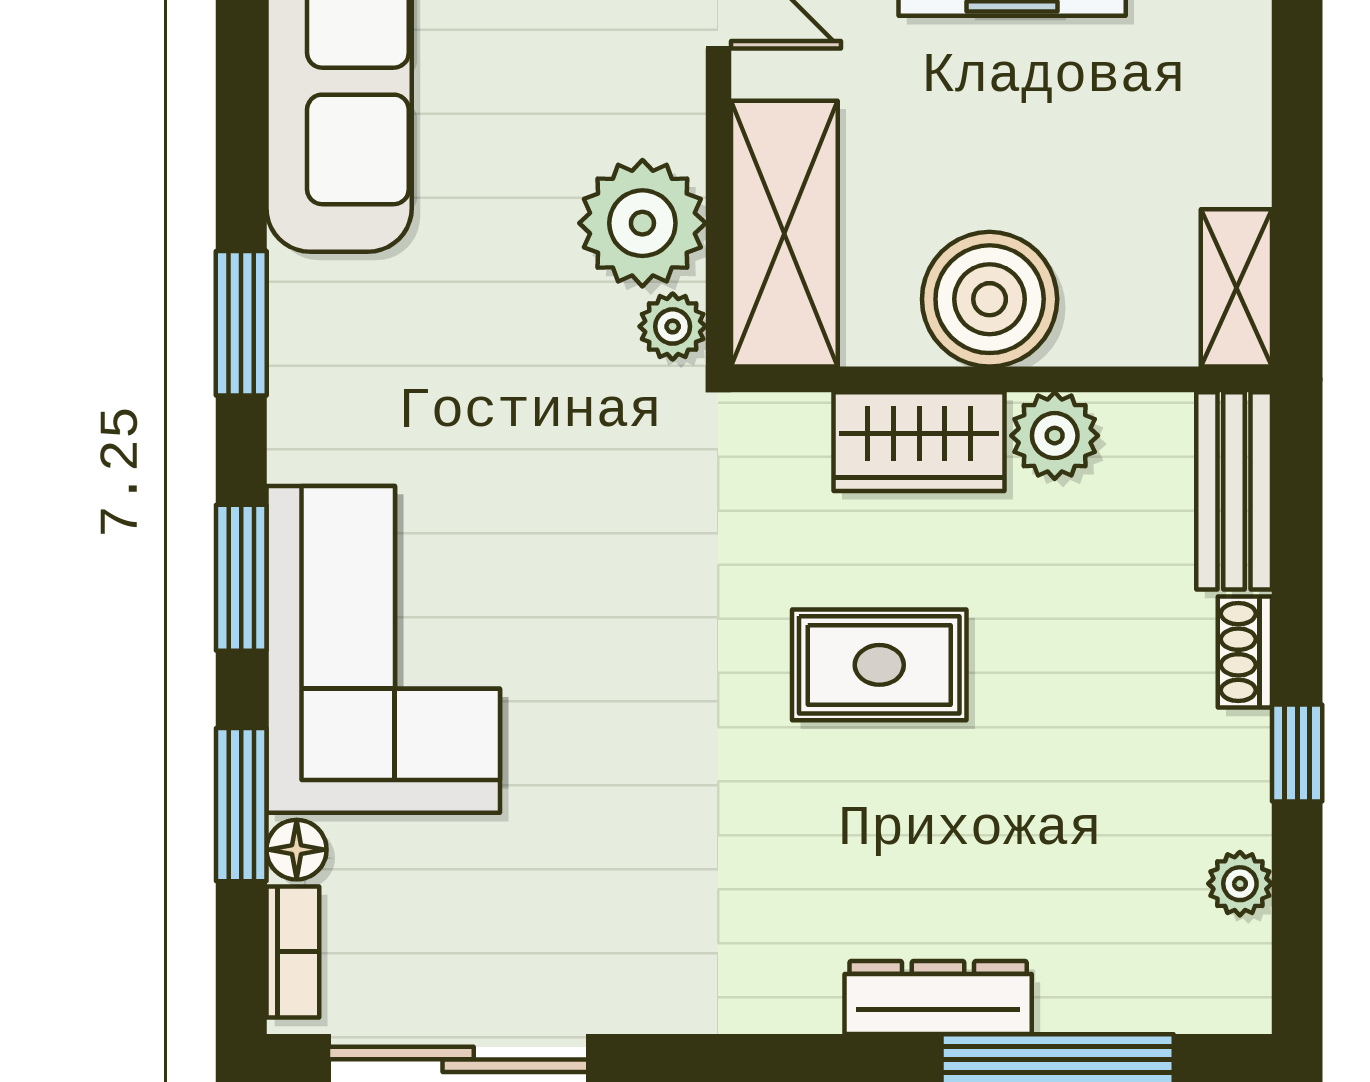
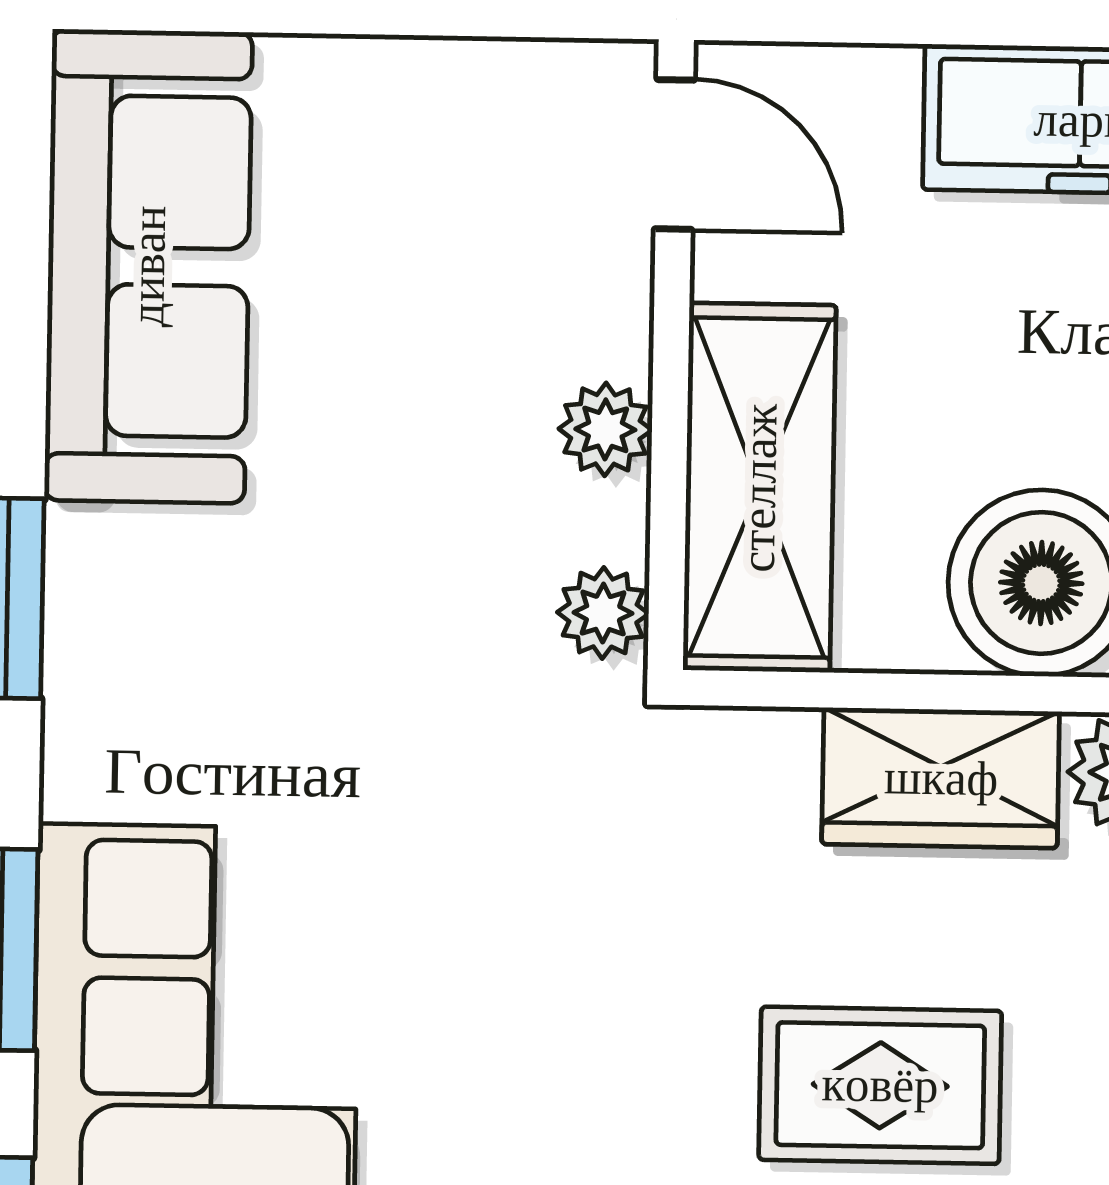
plant: (642, 223) -> (605, 429), width x0.53, depth x0.53

